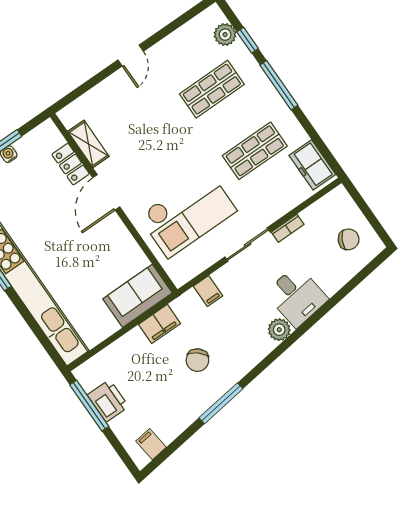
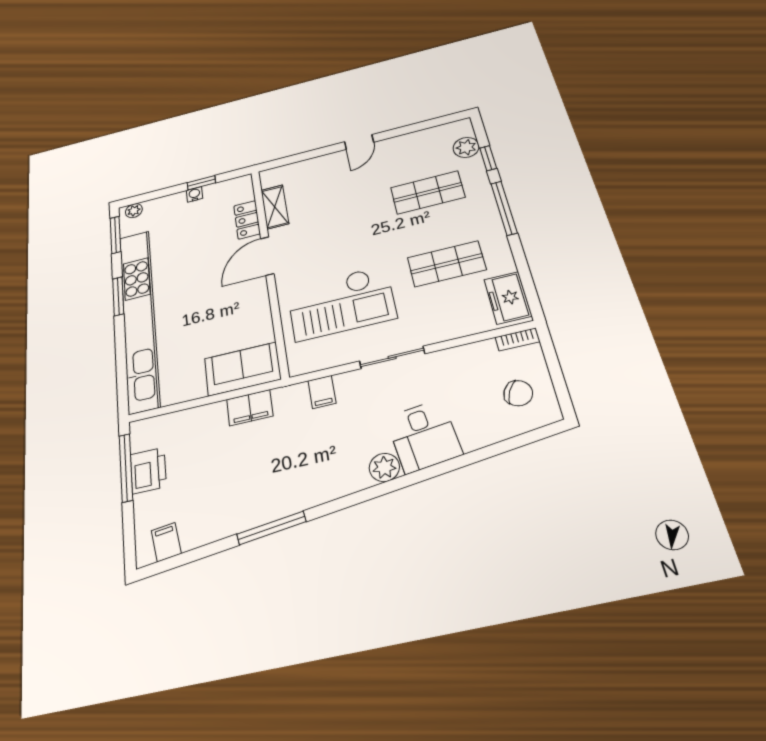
bookcase: (288, 228) -> (518, 339), moved
chair: (197, 360) -> (270, 465), removed

